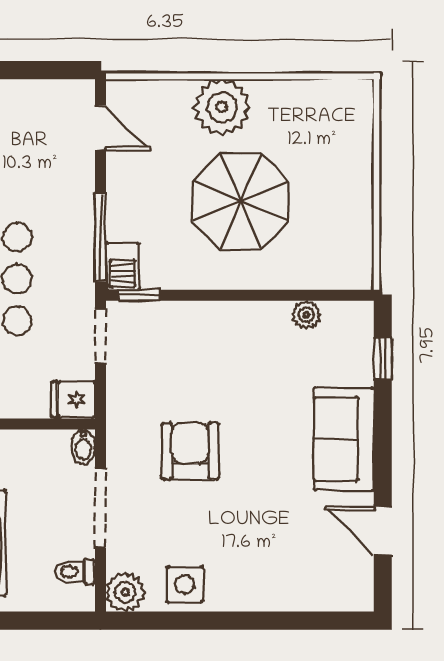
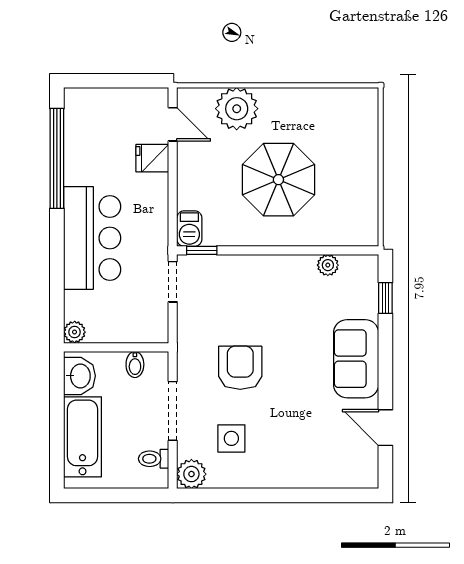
plant: (222, 107) -> (237, 109), moved
window: (100, 237) -> (173, 207), removed
fridge: (73, 400) -> (152, 158), moved
bidet: (83, 447) -> (135, 364), moved
side table: (185, 584) -> (231, 438), moved

